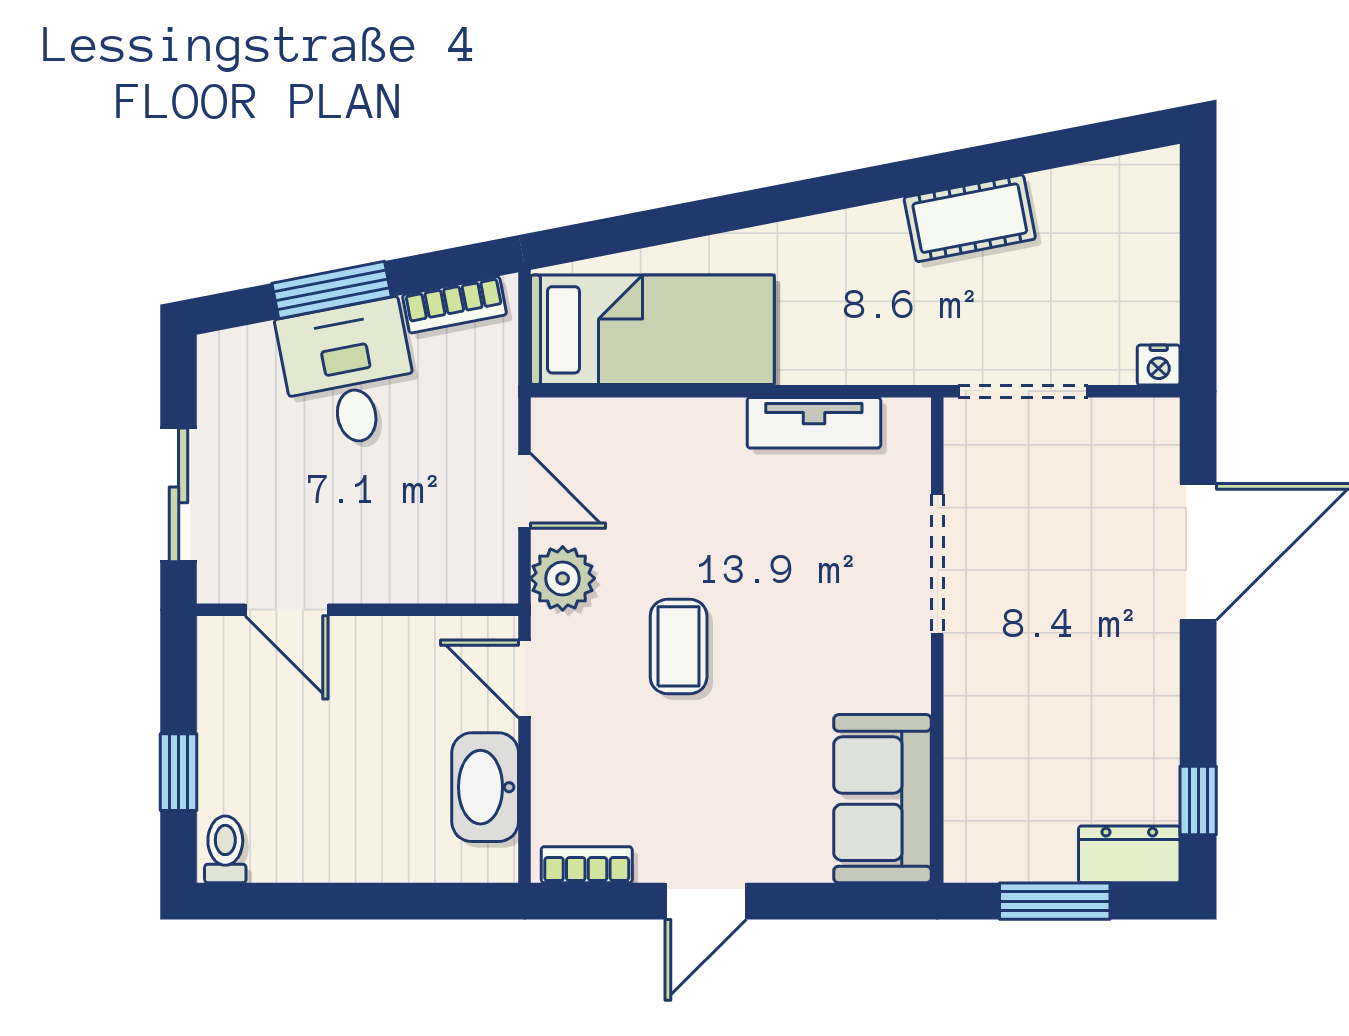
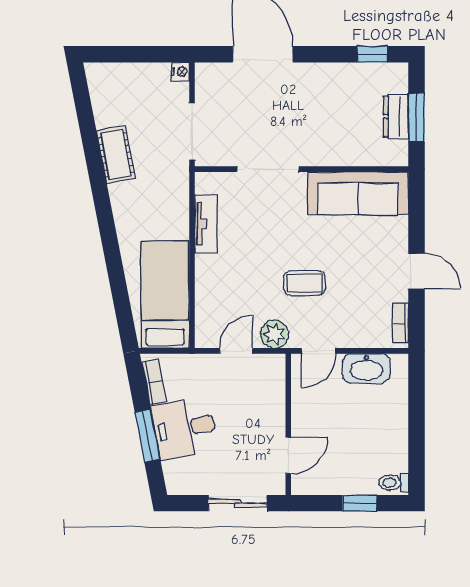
sofa: (882, 799) -> (358, 193), width x1.36
dresser: (1129, 854) -> (396, 117), moved

